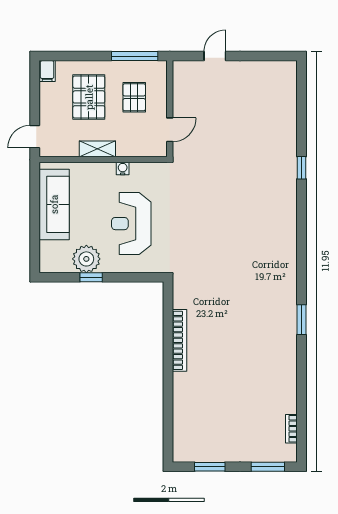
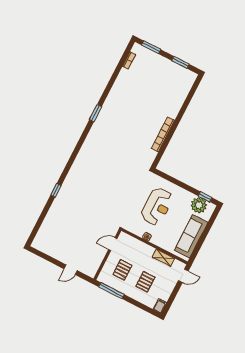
pallet: (89, 97) -> (145, 282), width x0.67, depth x0.71
shelving: (97, 149) -> (164, 258), moved
plant: (86, 259) -> (199, 205), moved
window: (91, 277) -> (205, 197), moved

